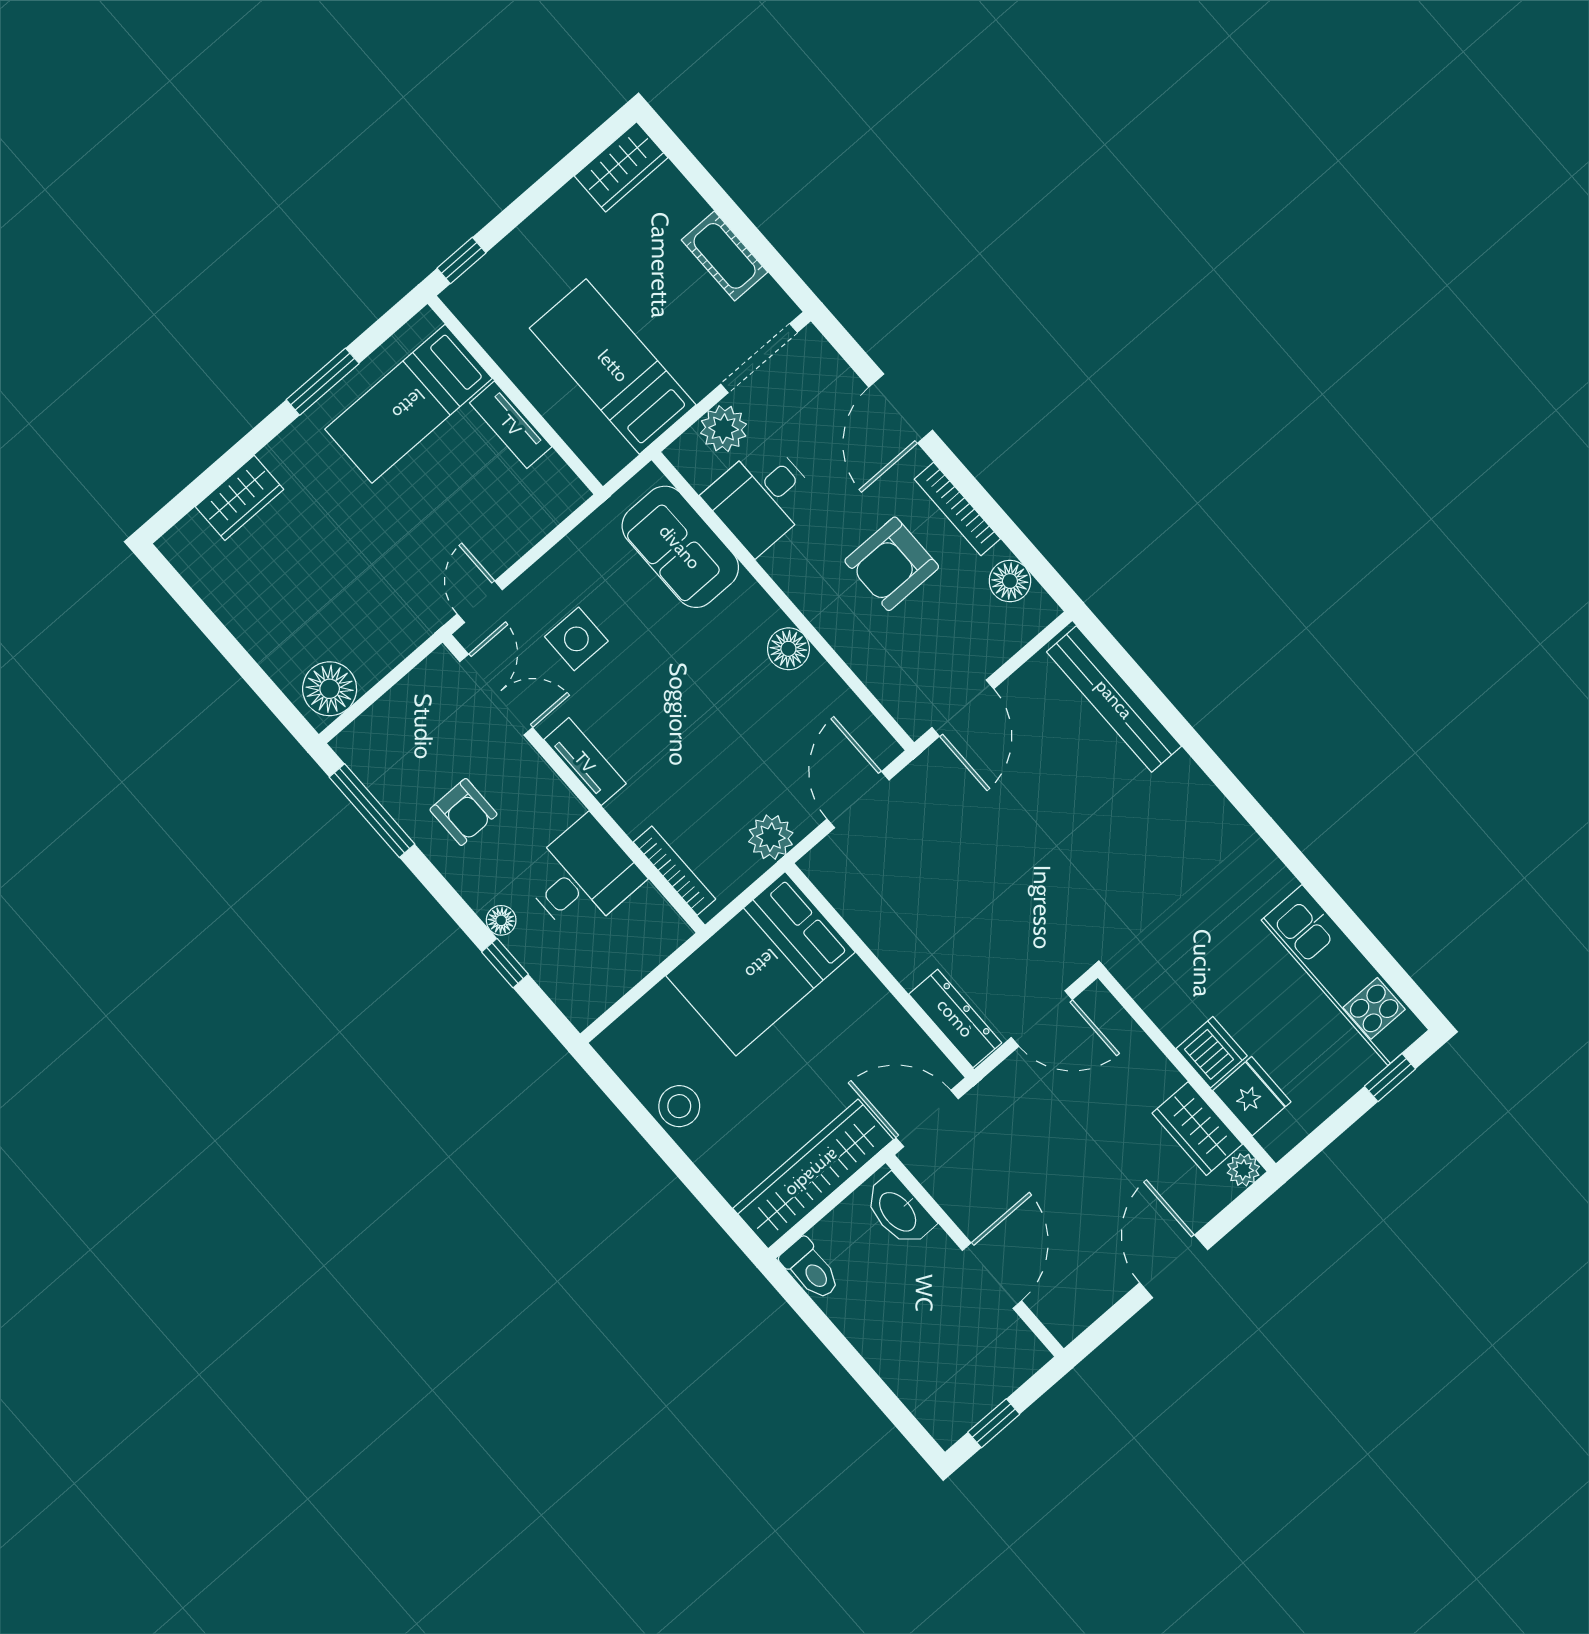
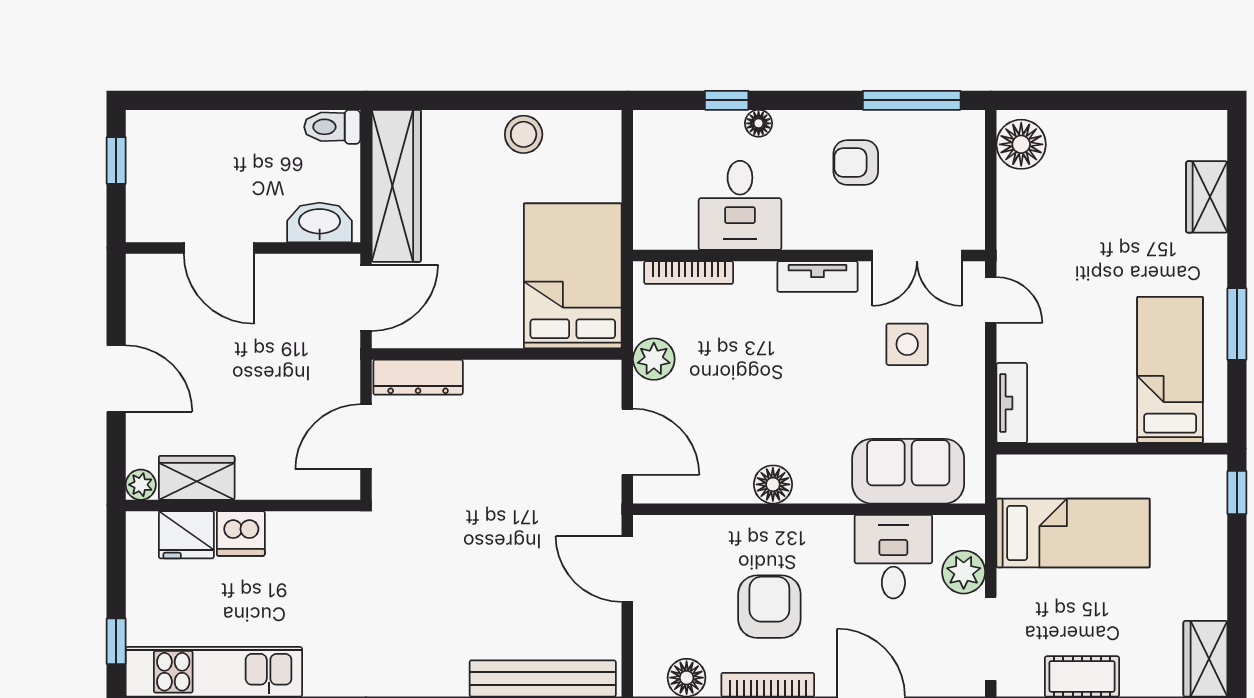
tv unit: (511, 425) -> (1012, 403), moved, turned 90

